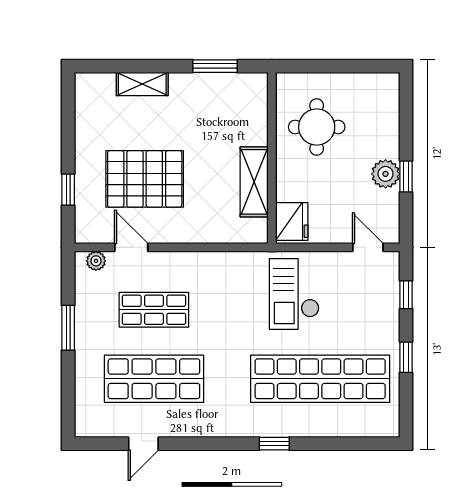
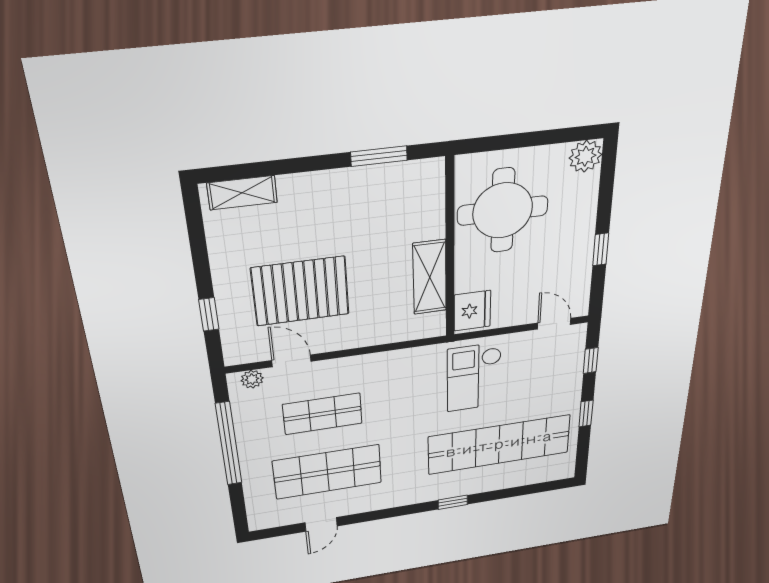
shelving: (142, 84) -> (242, 193), moved
round table: (317, 127) -> (503, 211), width x1.36, depth x1.36
plant: (386, 174) -> (585, 156), moved
window: (68, 328) -> (229, 444), width x2.11

